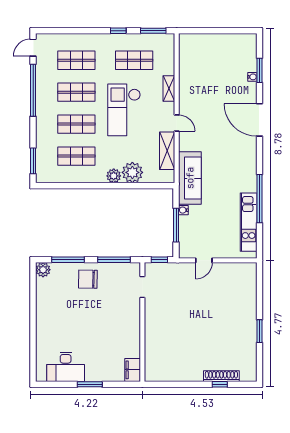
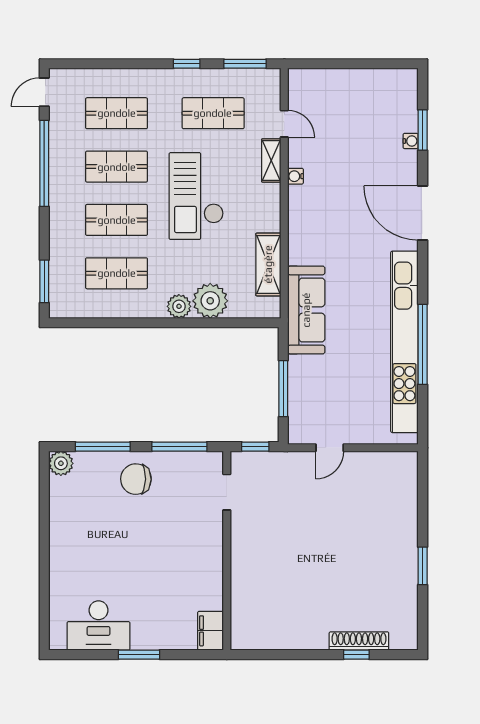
door: (177, 123) -> (284, 124), moved
water cooler: (183, 210) -> (296, 176), moved
kitchen unit: (249, 222) -> (404, 342), width x1.86

